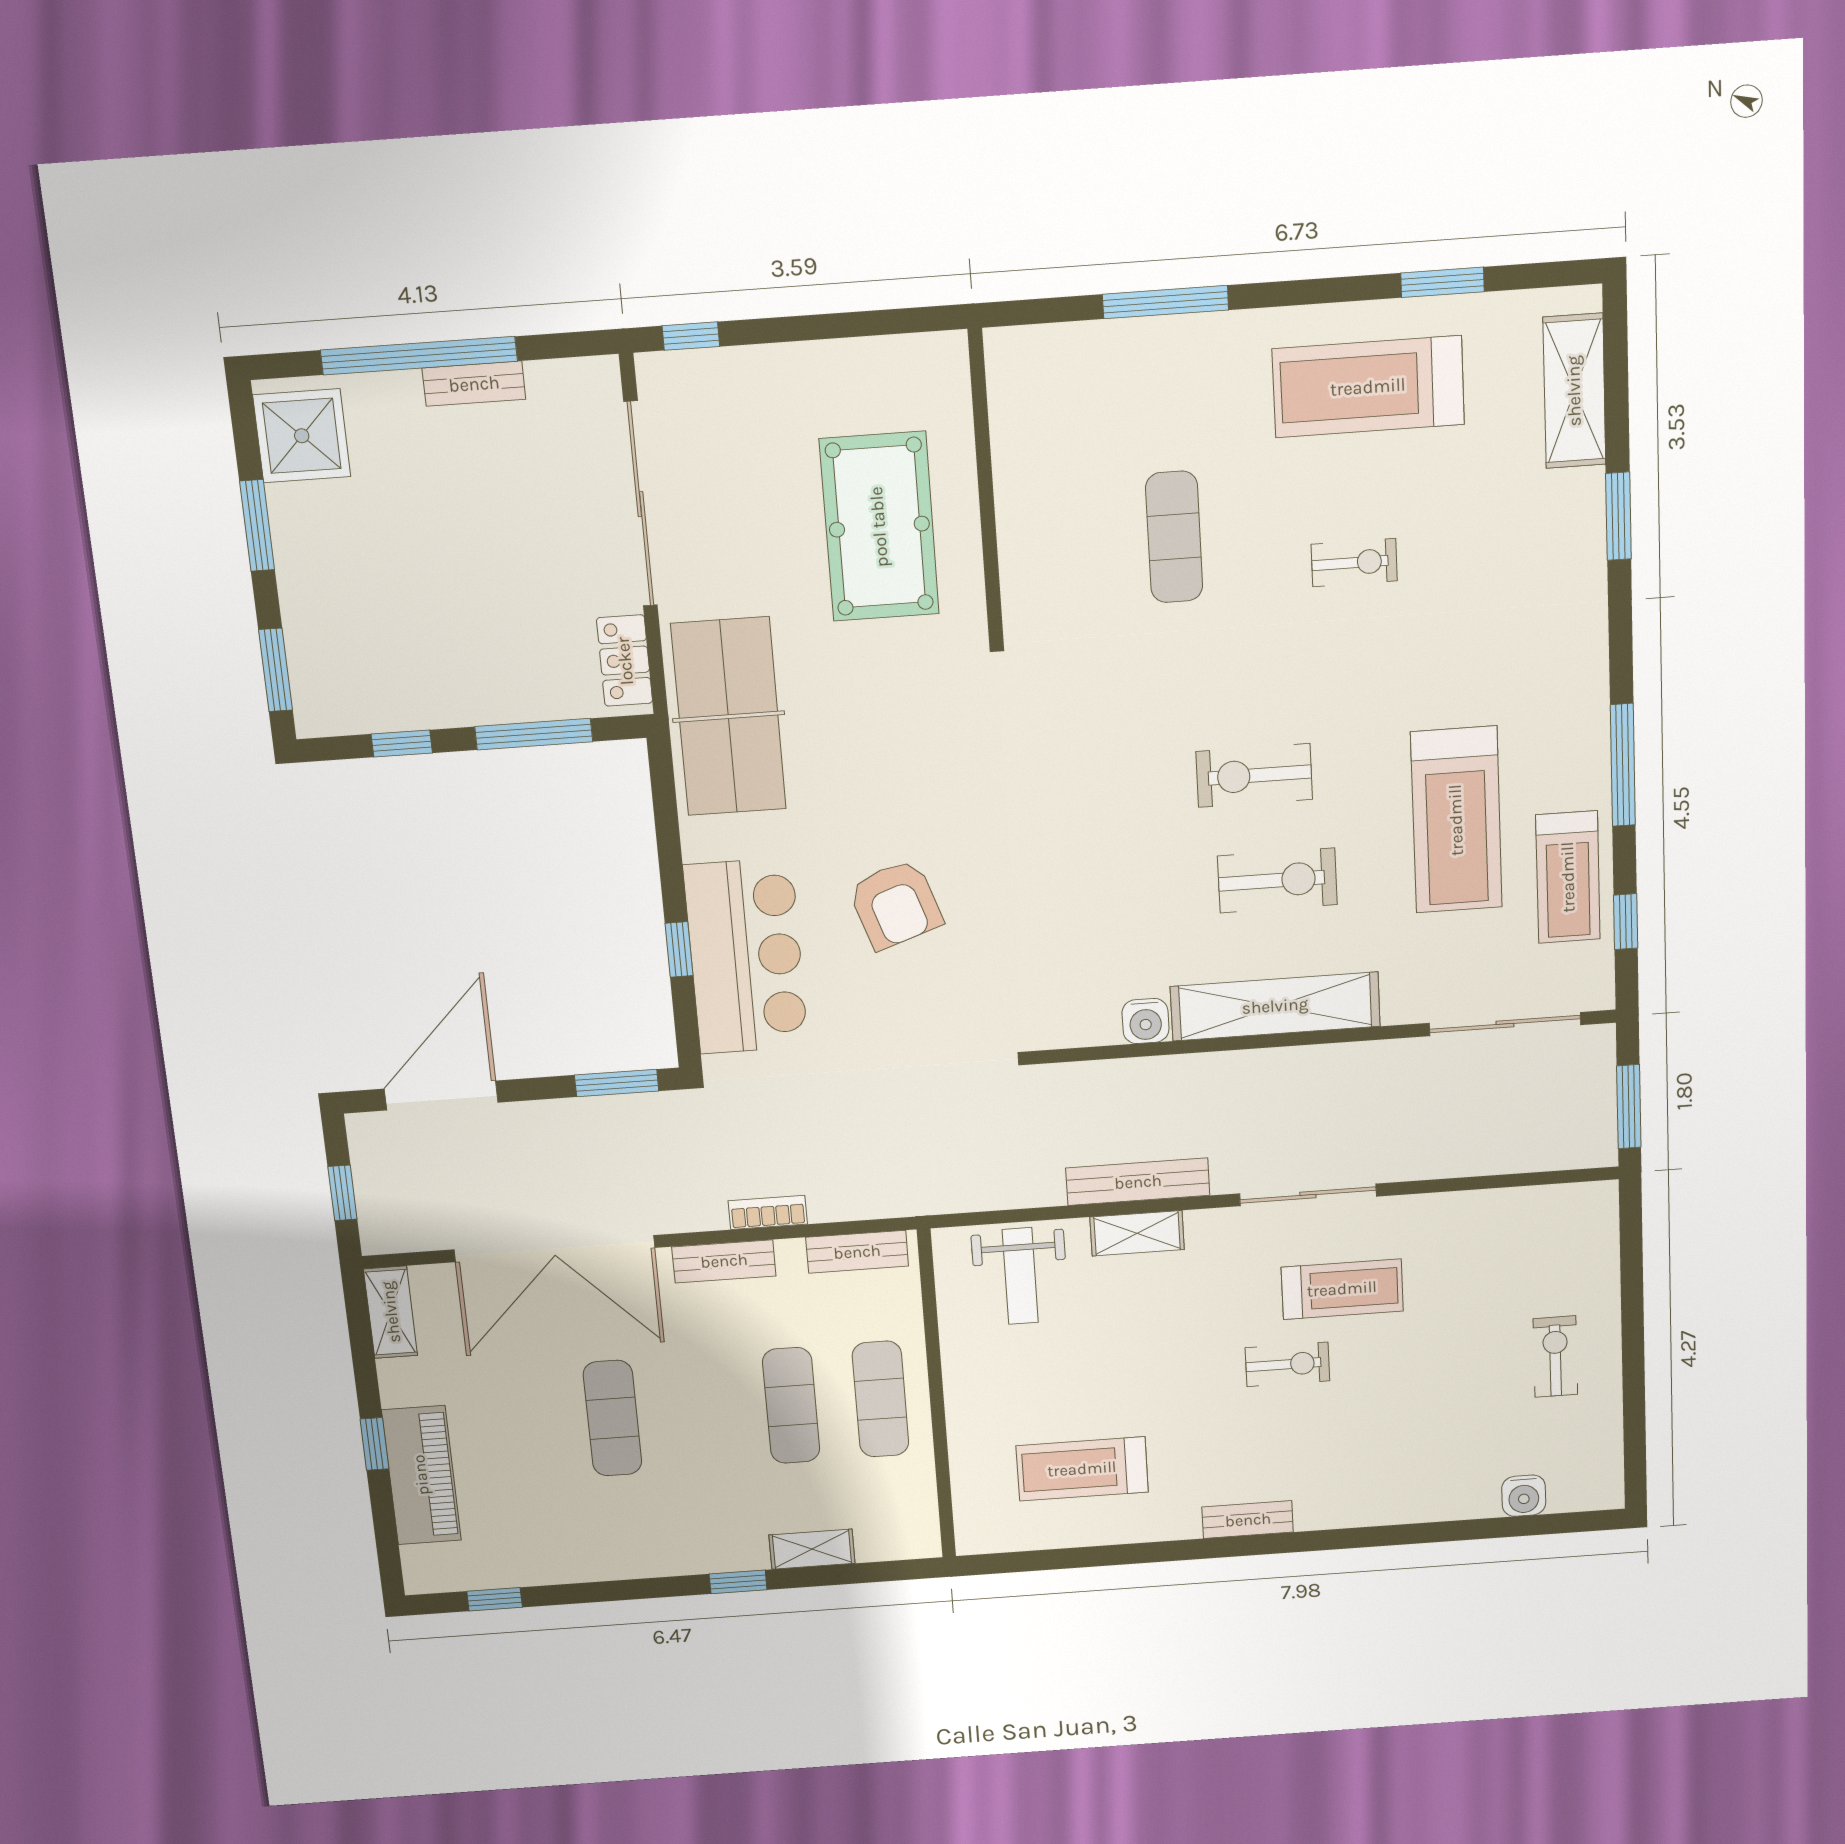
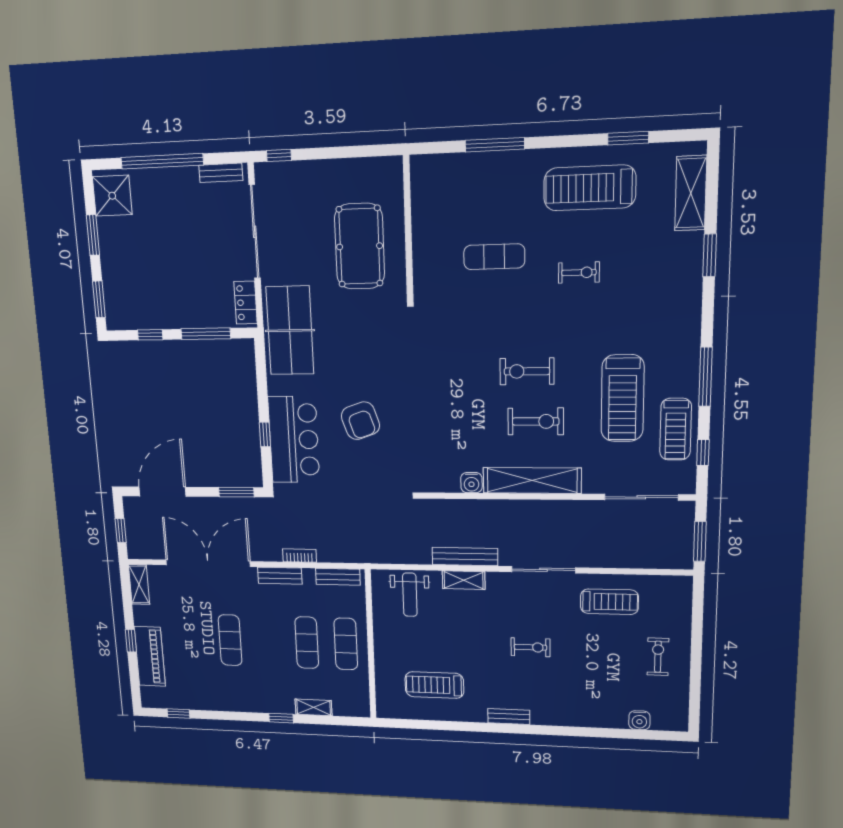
bench: (474, 384) -> (221, 173), moved
exercise mat: (1174, 537) -> (494, 257), turned 90
double door: (554, 1249) -> (208, 563), swing flipped
treadmill: (1342, 1289) -> (609, 602), moved

